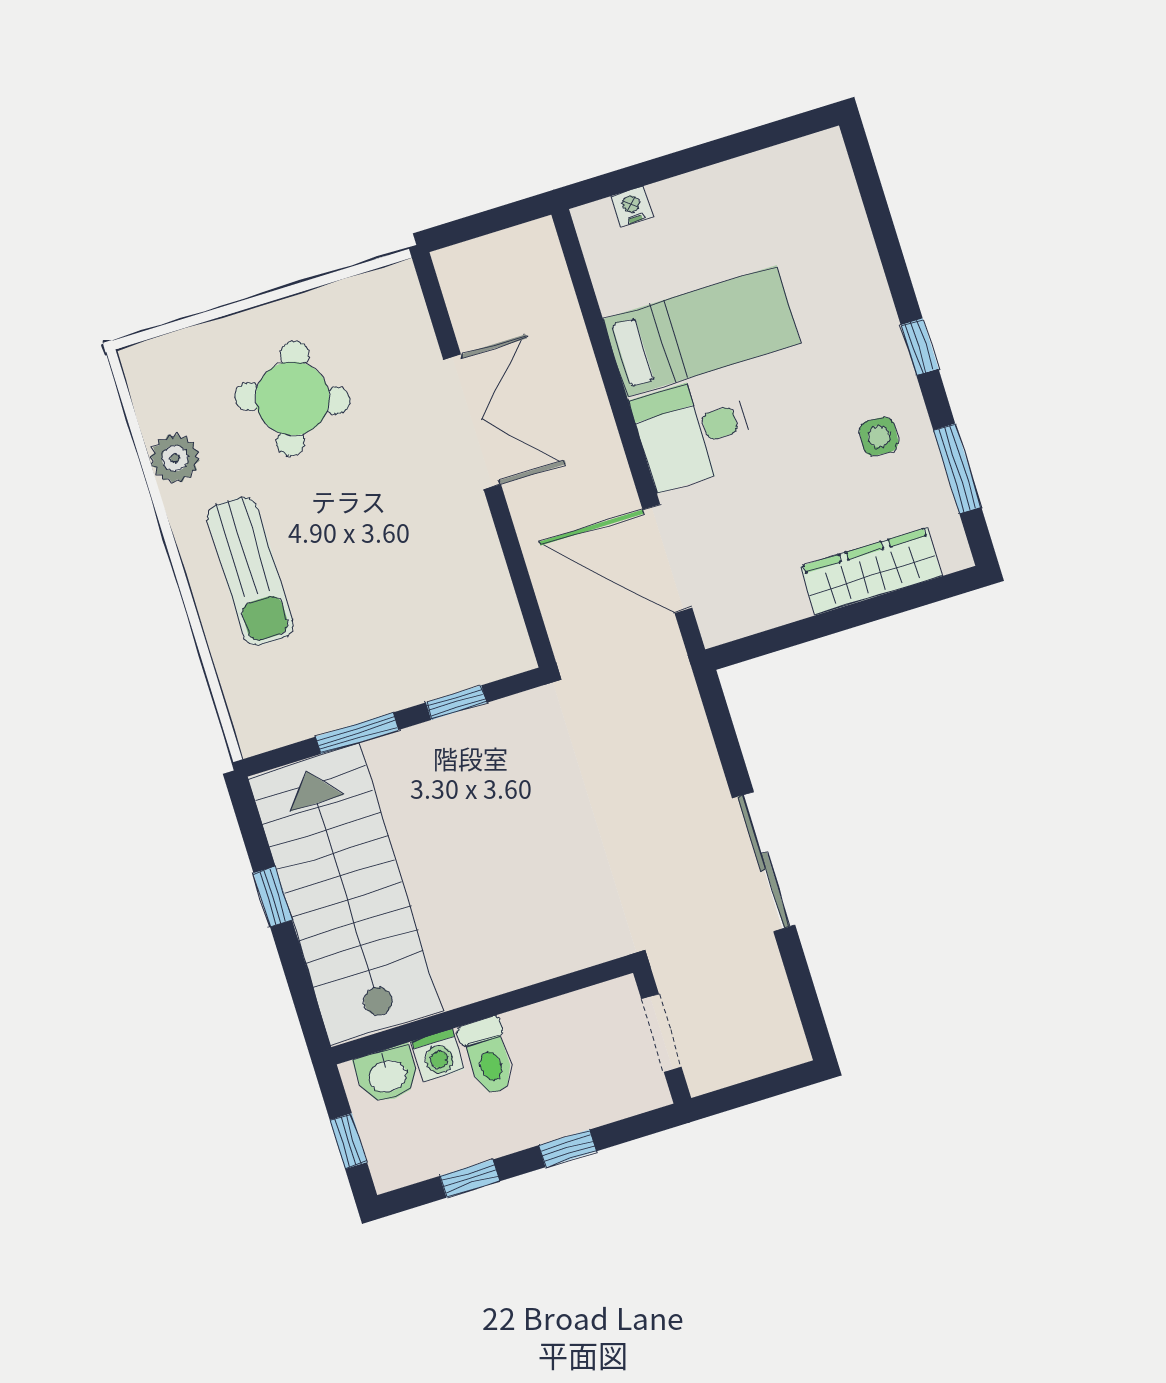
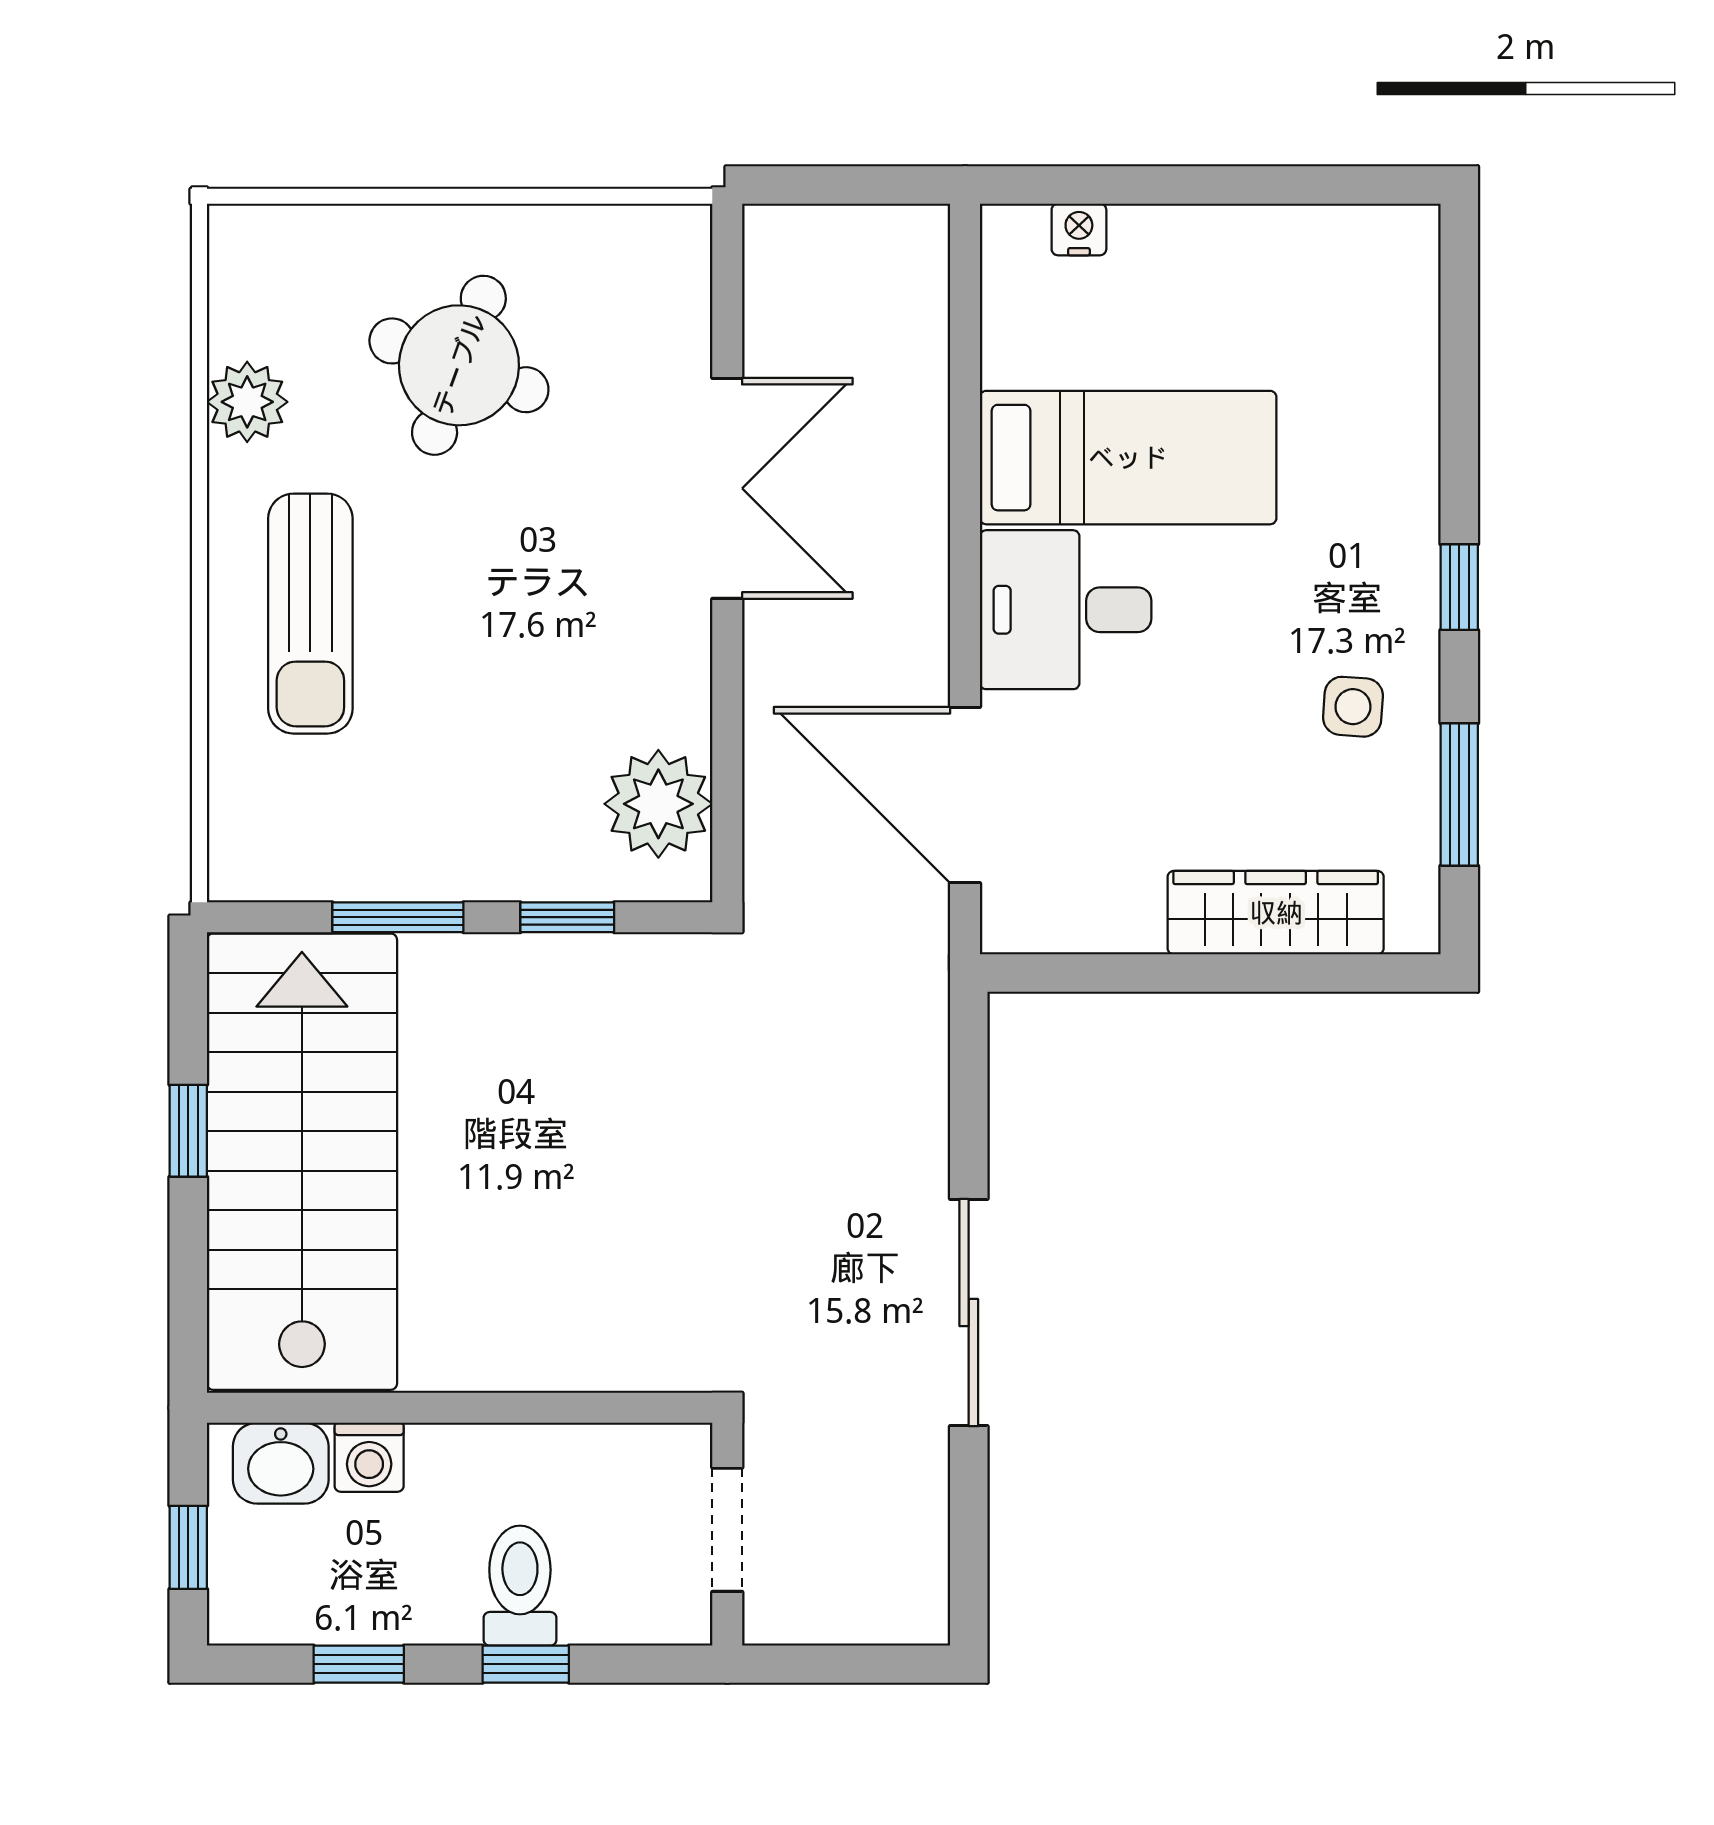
plant: (489, 620) -> (658, 804), added
toilet: (488, 1056) -> (520, 1586), moved, turned 180

